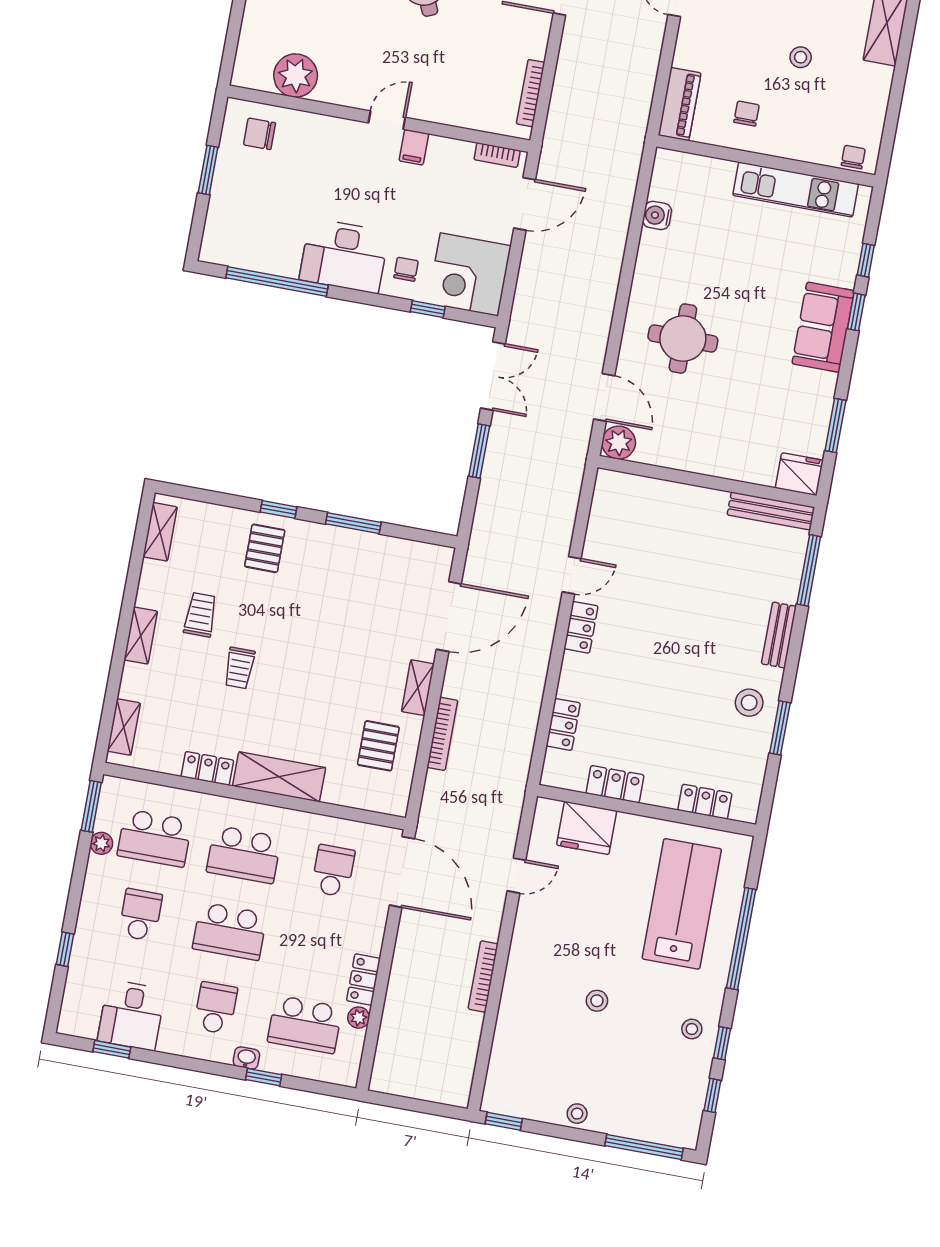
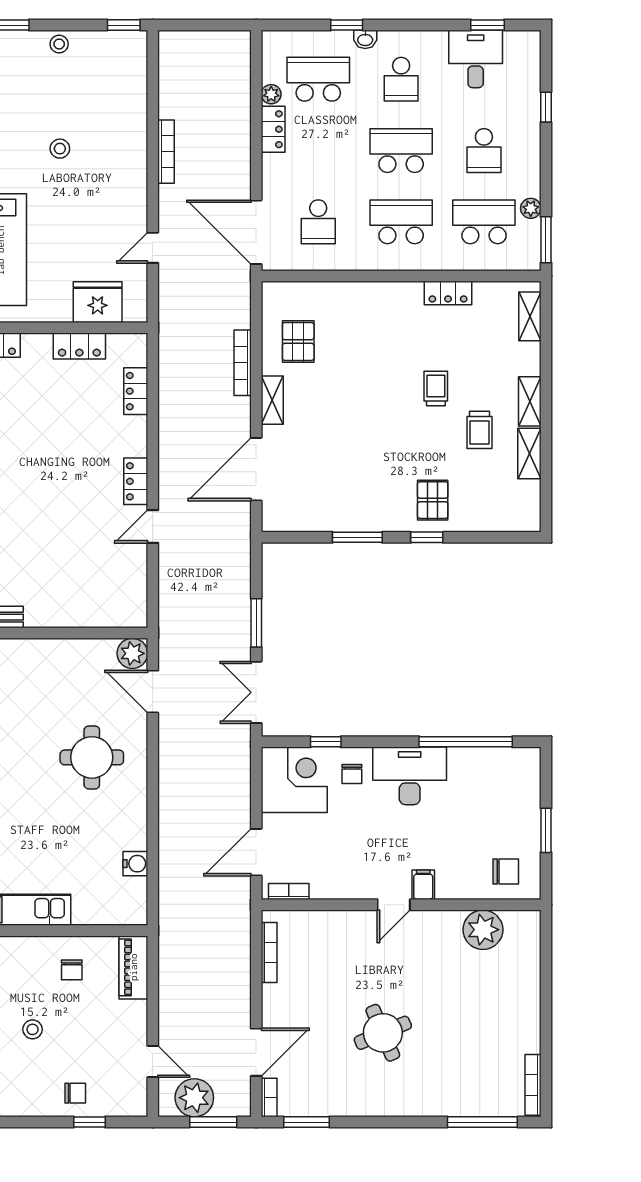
filing cabinet: (414, 147) -> (423, 885), moved
shelving: (160, 532) -> (529, 454), moved
shelving: (279, 777) -> (382, 297), removed

